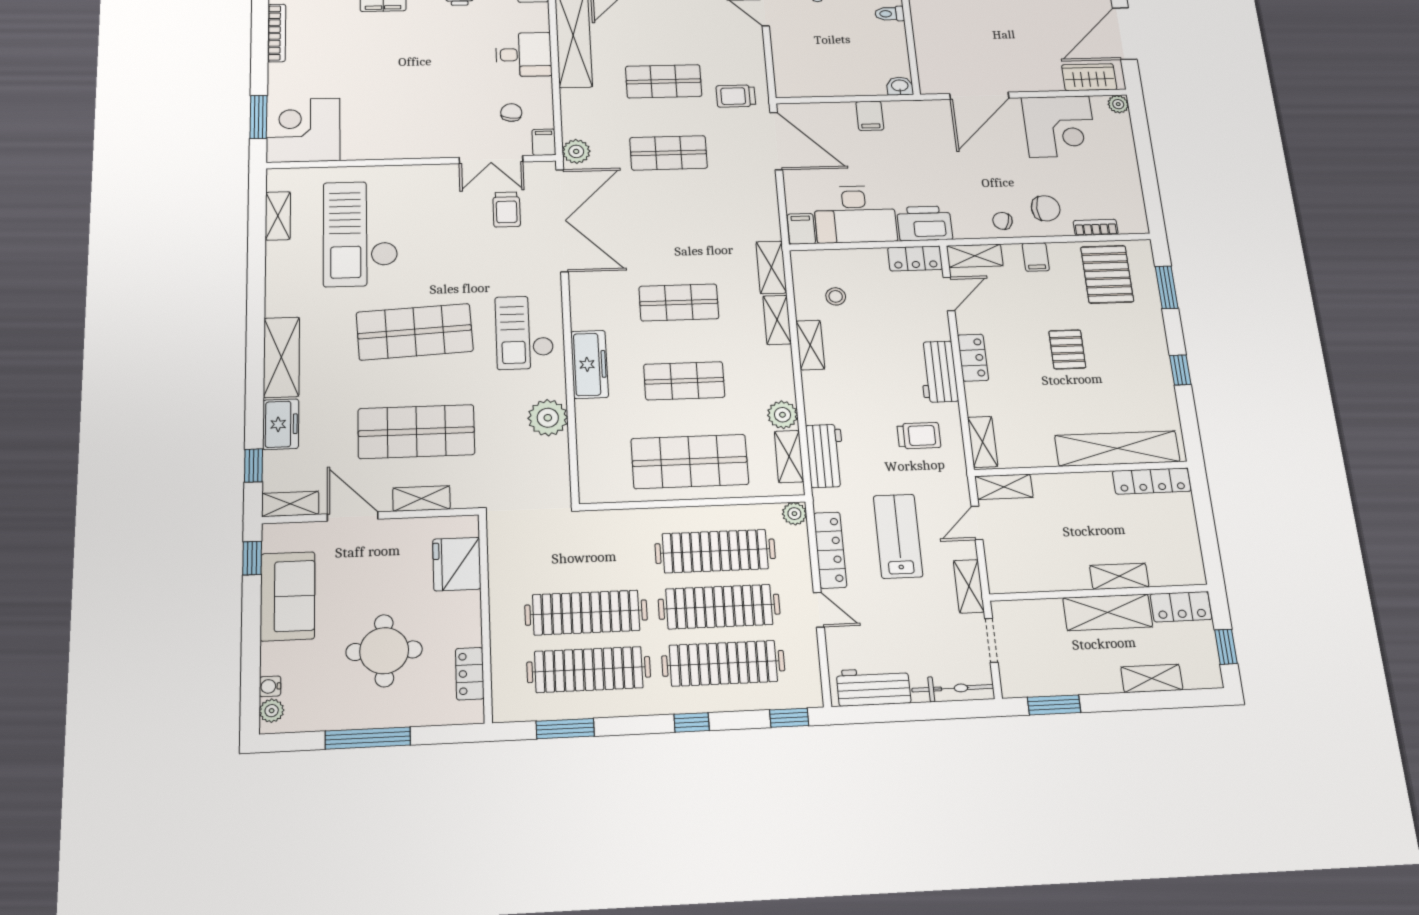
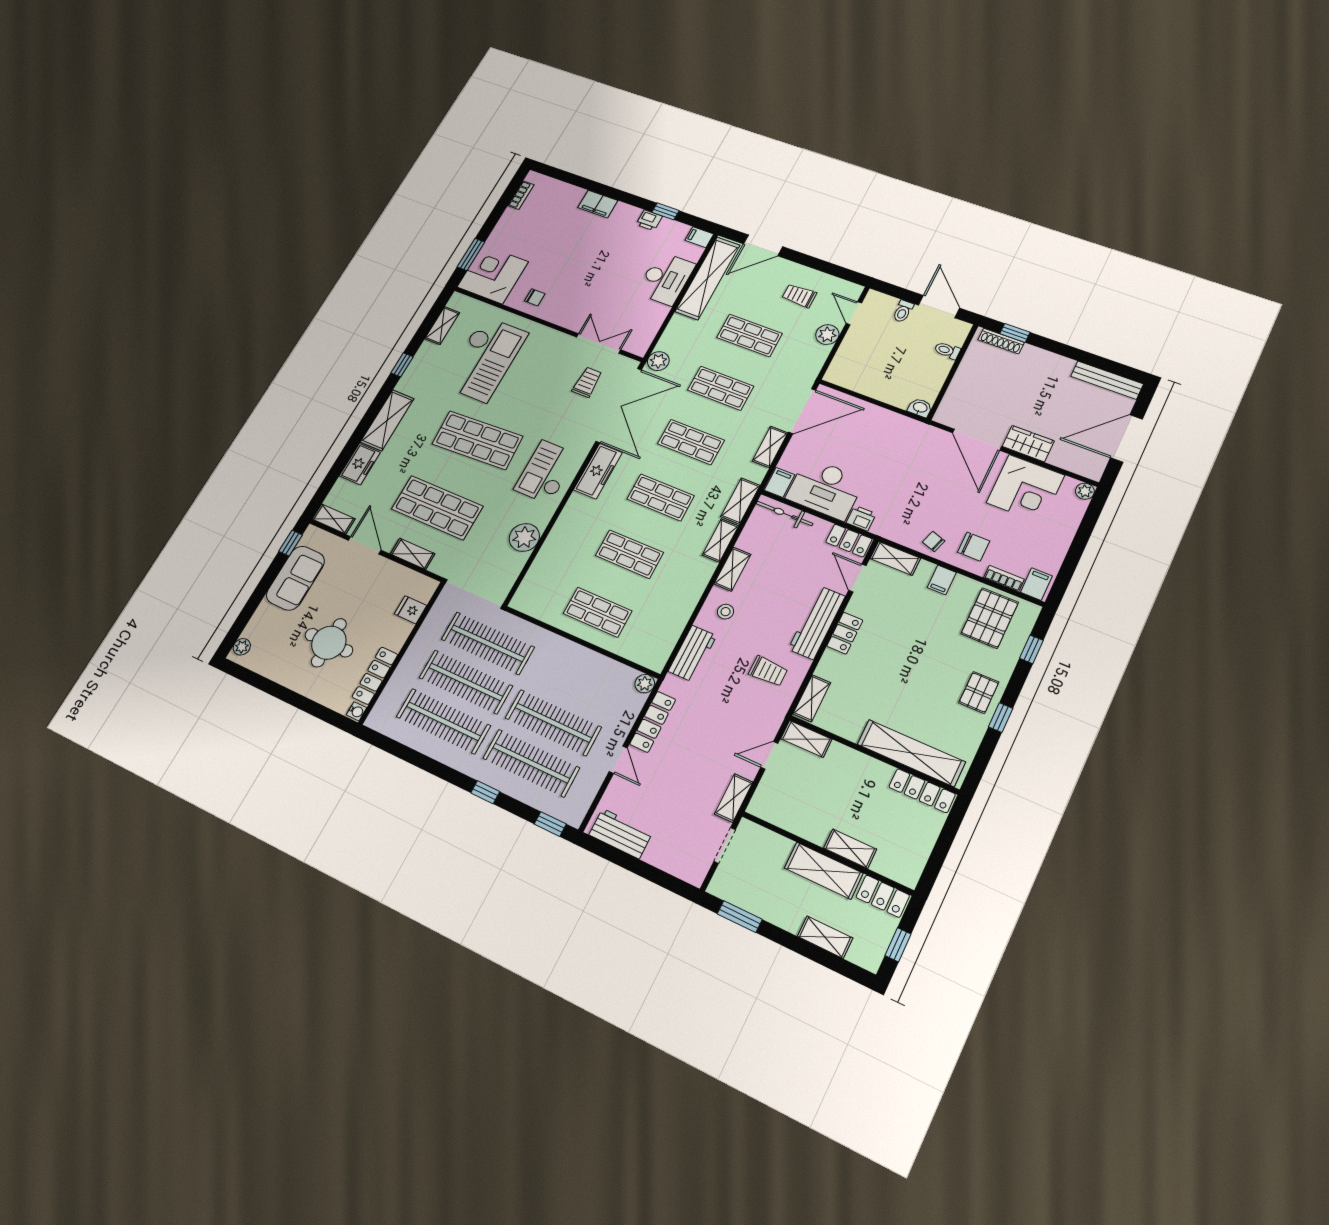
bookcase: (277, 33) -> (521, 195), width x0.64
desk: (524, 55) -> (666, 279), width x1.37
wardrobe: (1089, 77) -> (1028, 444), moved
trolley: (736, 96) -> (799, 296), moved
door: (979, 96) -> (977, 440), hinge flipped
chair: (511, 113) -> (535, 297), moved, turned 82
filing cabinet: (870, 116) -> (1036, 584), moved, turned 180
door: (776, 141) -> (802, 411), hinge flipped
filing cabinet: (544, 142) -> (641, 346), removed
double door: (491, 160) -> (599, 343), swing flipped
trolley: (507, 209) -> (587, 382), turned 180
printer: (925, 223) -> (861, 518), width x0.53, depth x0.68
shop shelf: (674, 227) -> (691, 442), added
checkout: (360, 234) -> (485, 359), turned 180
window: (1167, 287) -> (1031, 649), width x0.67
door: (949, 294) -> (857, 578), swing flipped
stool: (836, 296) -> (726, 612), moved
pallet: (1067, 349) -> (979, 692), moved
freezer: (589, 364) -> (598, 471), moved
workbench: (938, 372) -> (817, 623), width x1.38
plant: (782, 415) -> (827, 335), moved
shelving: (789, 457) -> (770, 447), moved
shop shelf: (690, 461) -> (597, 612), width x0.70, depth x0.74
window: (253, 466) -> (402, 365), moved
lab bench: (898, 536) -> (706, 736), removed
clothes rail: (715, 551) -> (488, 643), moved
fridge: (457, 564) -> (411, 610), width x0.53, depth x0.75
locker: (470, 674) -> (375, 676), width x1.53
water cooler: (270, 686) -> (356, 711), moved, turned 180
bicycle: (953, 688) -> (784, 514), moved, turned 180
window: (565, 729) -> (404, 753), removed
window: (368, 738) -> (285, 694), removed

